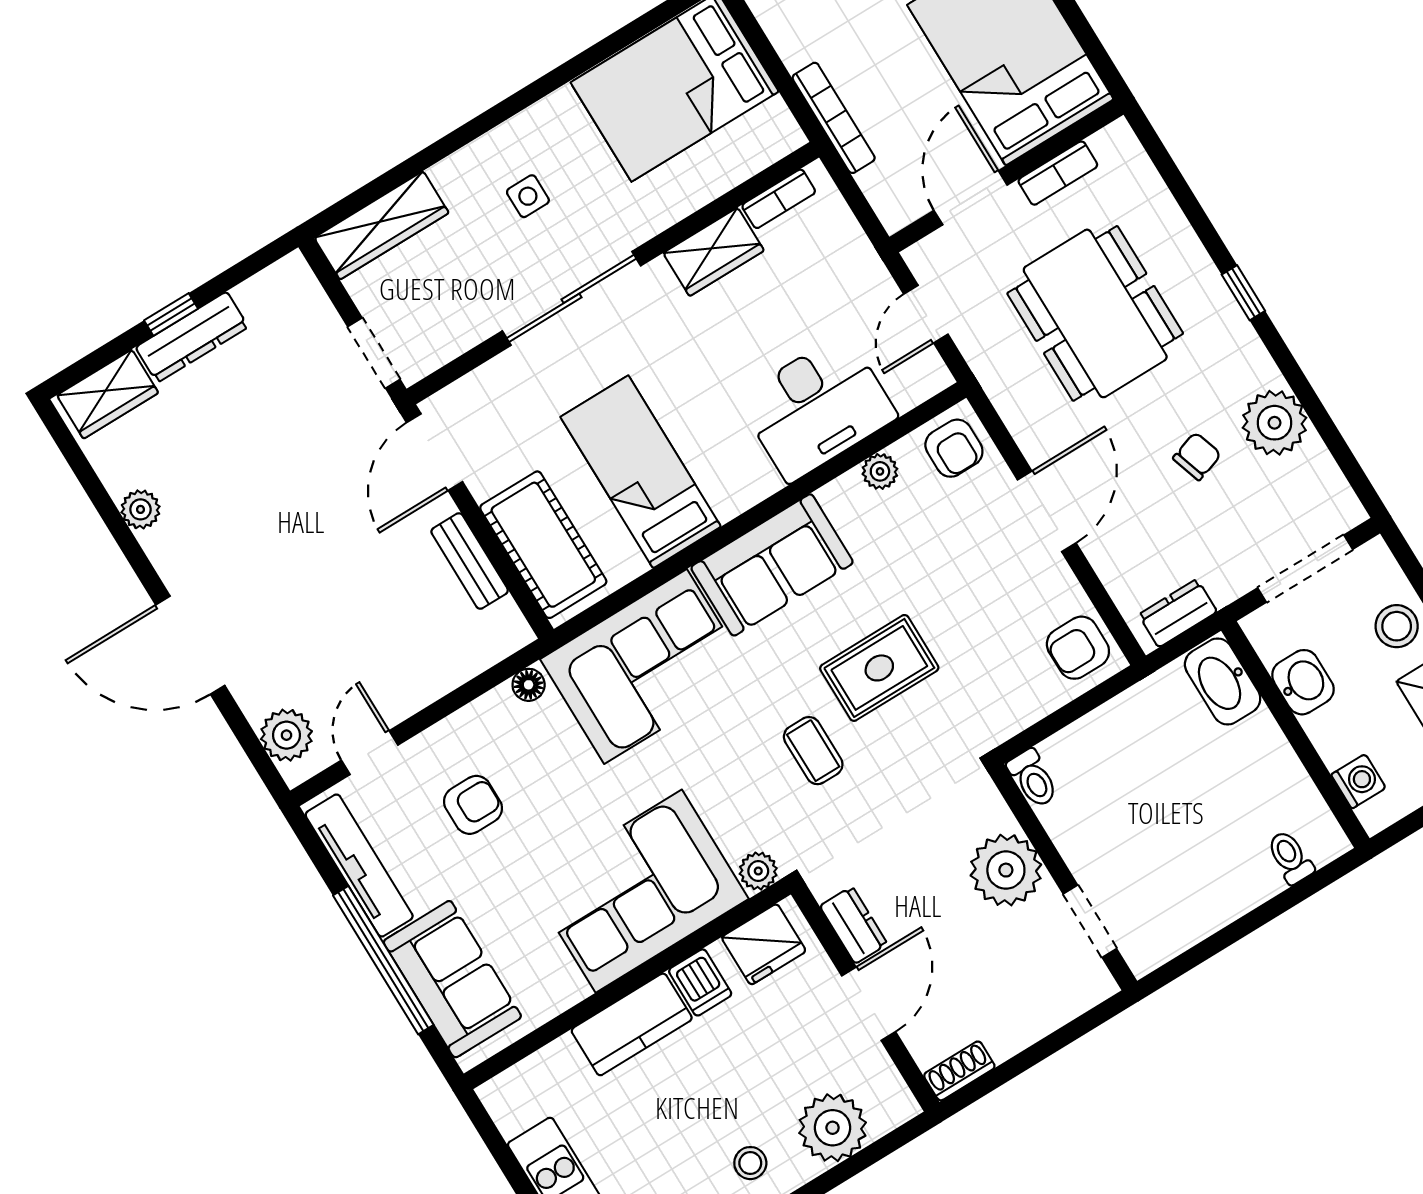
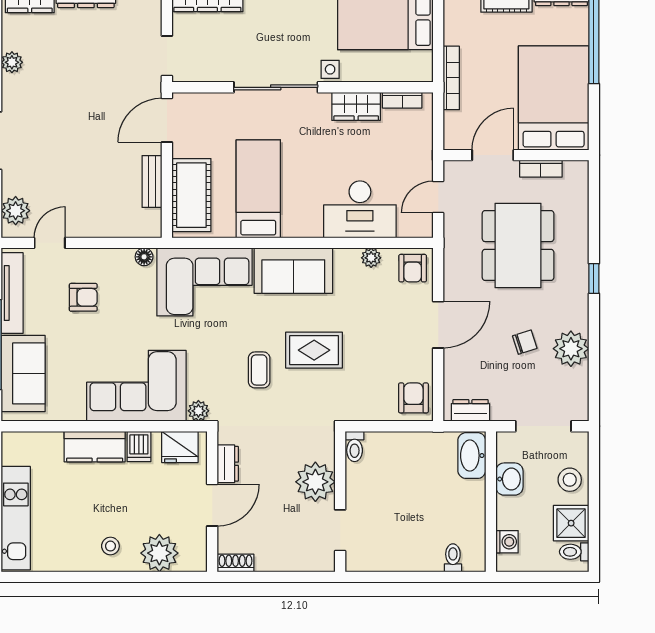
side table: (528, 196) -> (330, 69), moved
armchair: (1078, 648) -> (413, 398), turned 90

